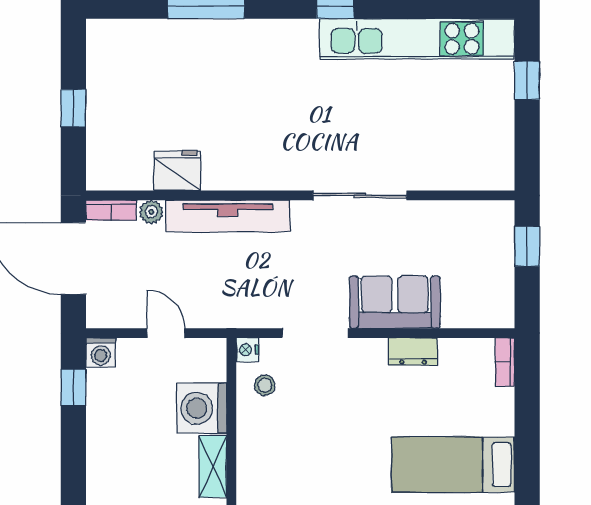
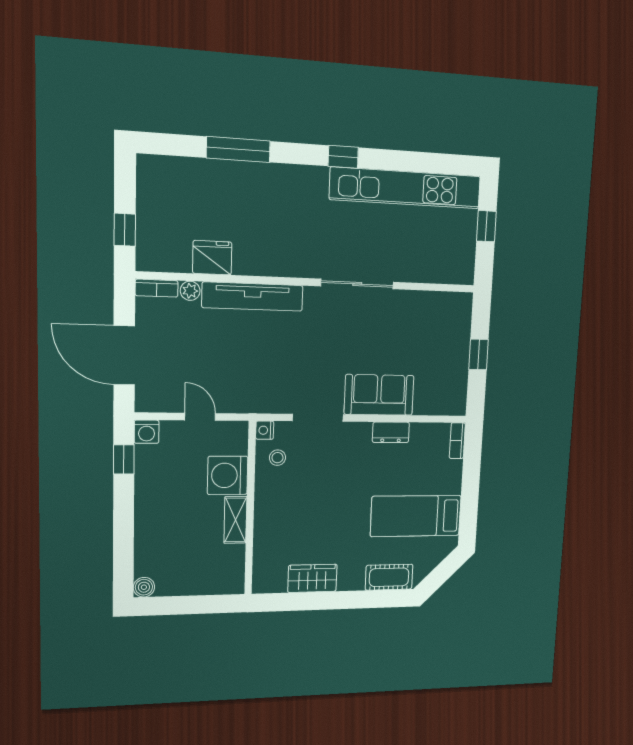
fridge: (177, 171) -> (212, 258), moved
wall: (300, 195) -> (311, 282), moved
sliding door: (360, 195) -> (357, 284), moved
bookcase: (111, 210) -> (157, 288), moved
plant: (151, 212) -> (190, 291), moved
tv unit: (228, 216) -> (253, 297), moved

